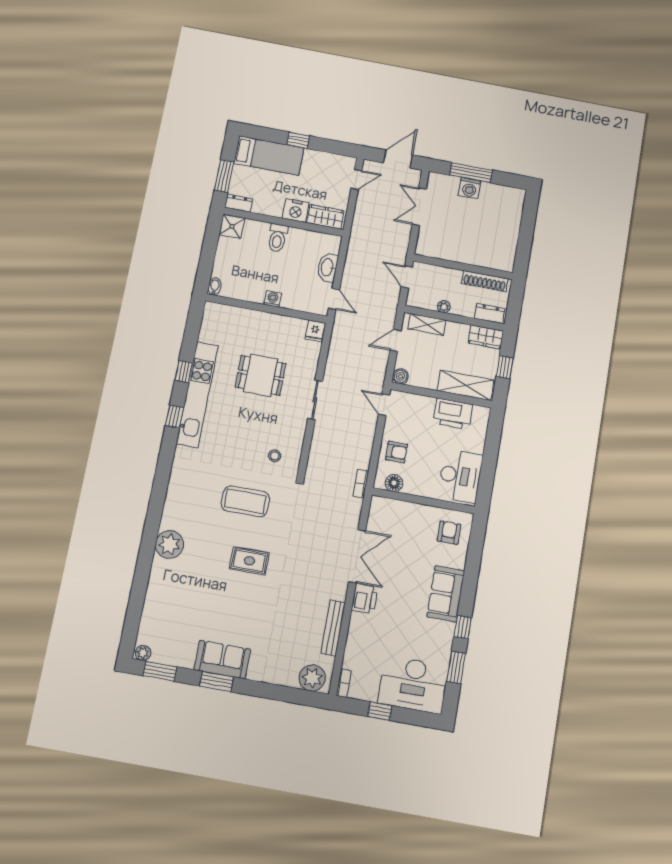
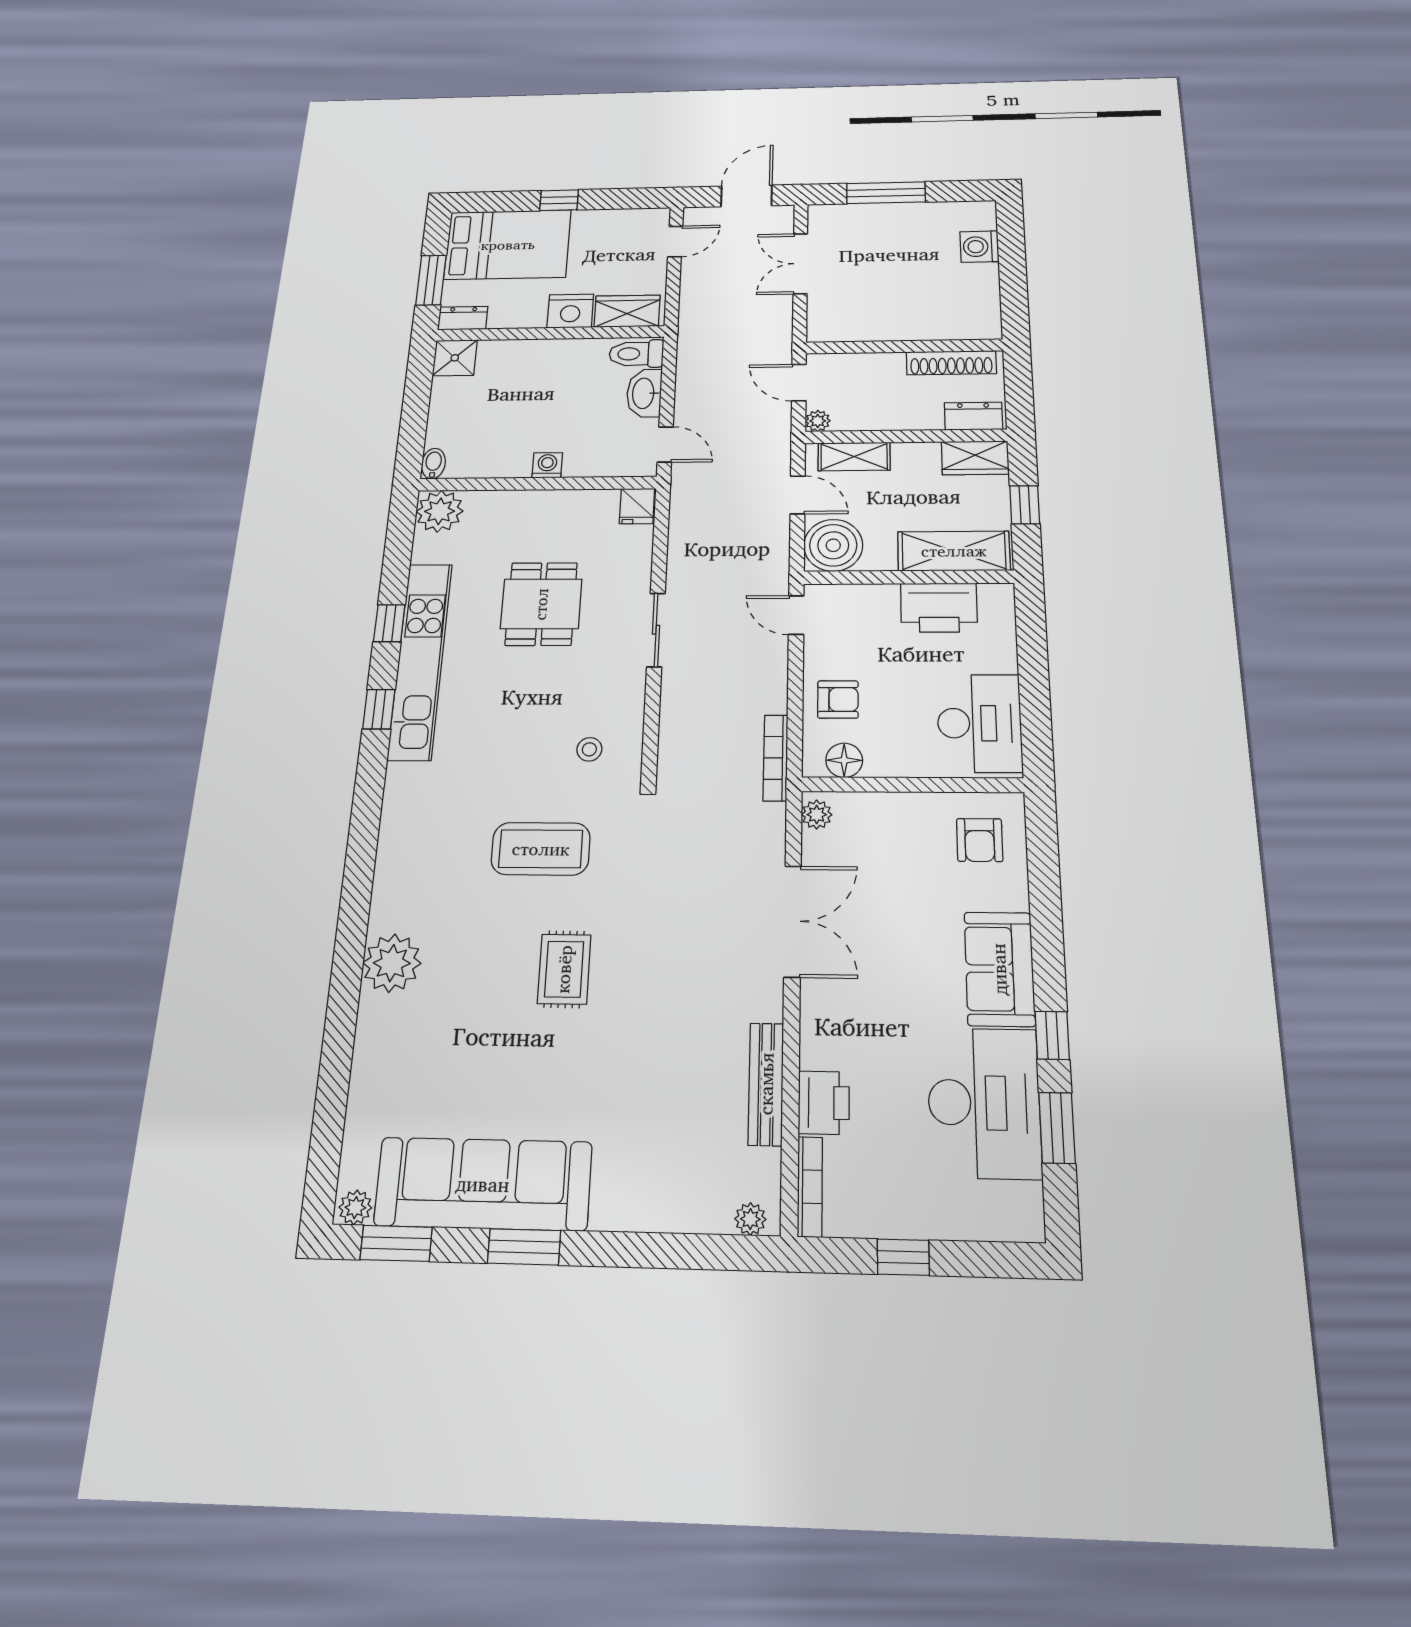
bed: (269, 155) -> (508, 245), width x1.50
washing machine: (469, 188) -> (979, 247), moved, turned 90
toilet: (277, 238) -> (636, 354), moved, turned 90
plant: (444, 307) -> (818, 421), moved
plant: (215, 314) -> (440, 511), added
door: (395, 340) -> (798, 495), swing flipped
dining table: (261, 375) -> (541, 604), turned 90
boiler: (400, 376) -> (833, 545), width x1.86, depth x1.86
bookcase: (361, 484) -> (776, 758), width x1.56
plant: (377, 507) -> (817, 815), added
armchair: (449, 533) -> (980, 840), turned 180
rug: (249, 561) -> (564, 969), turned 90
printer: (365, 599) -> (824, 1103), moved
sofa: (222, 660) -> (483, 1184), width x1.85, depth x1.27
plant: (312, 678) -> (750, 1219), width x0.53, depth x0.53
bookcase: (344, 683) -> (810, 1187), width x1.56
desk: (413, 684) -> (984, 1103), moved, turned -90

